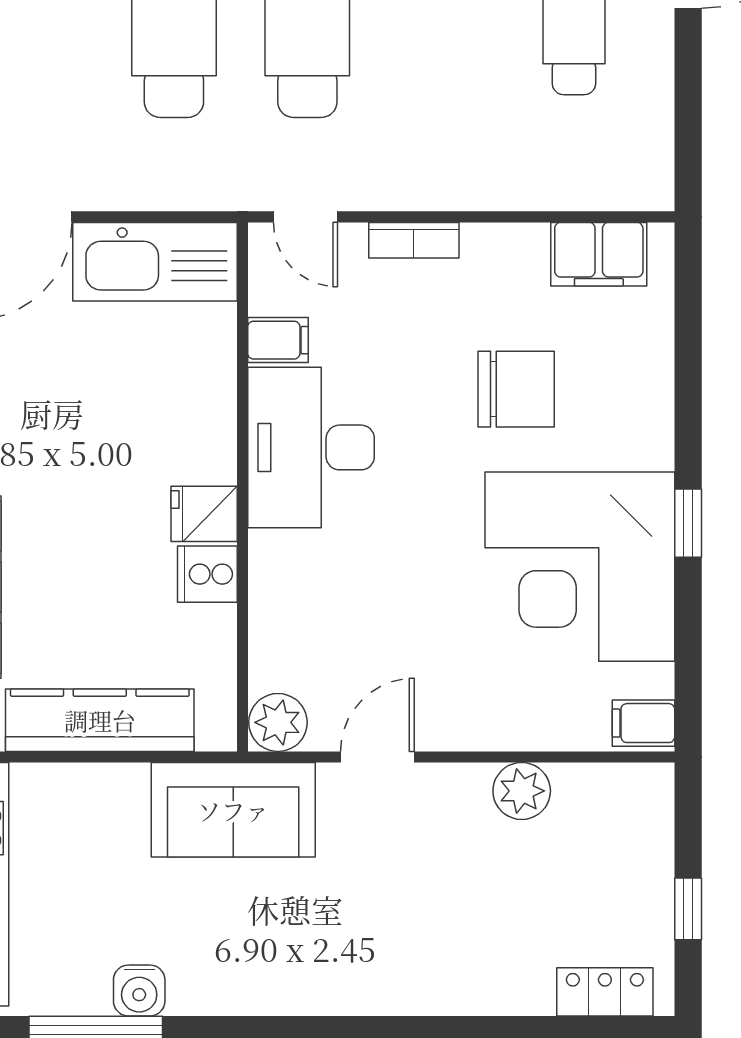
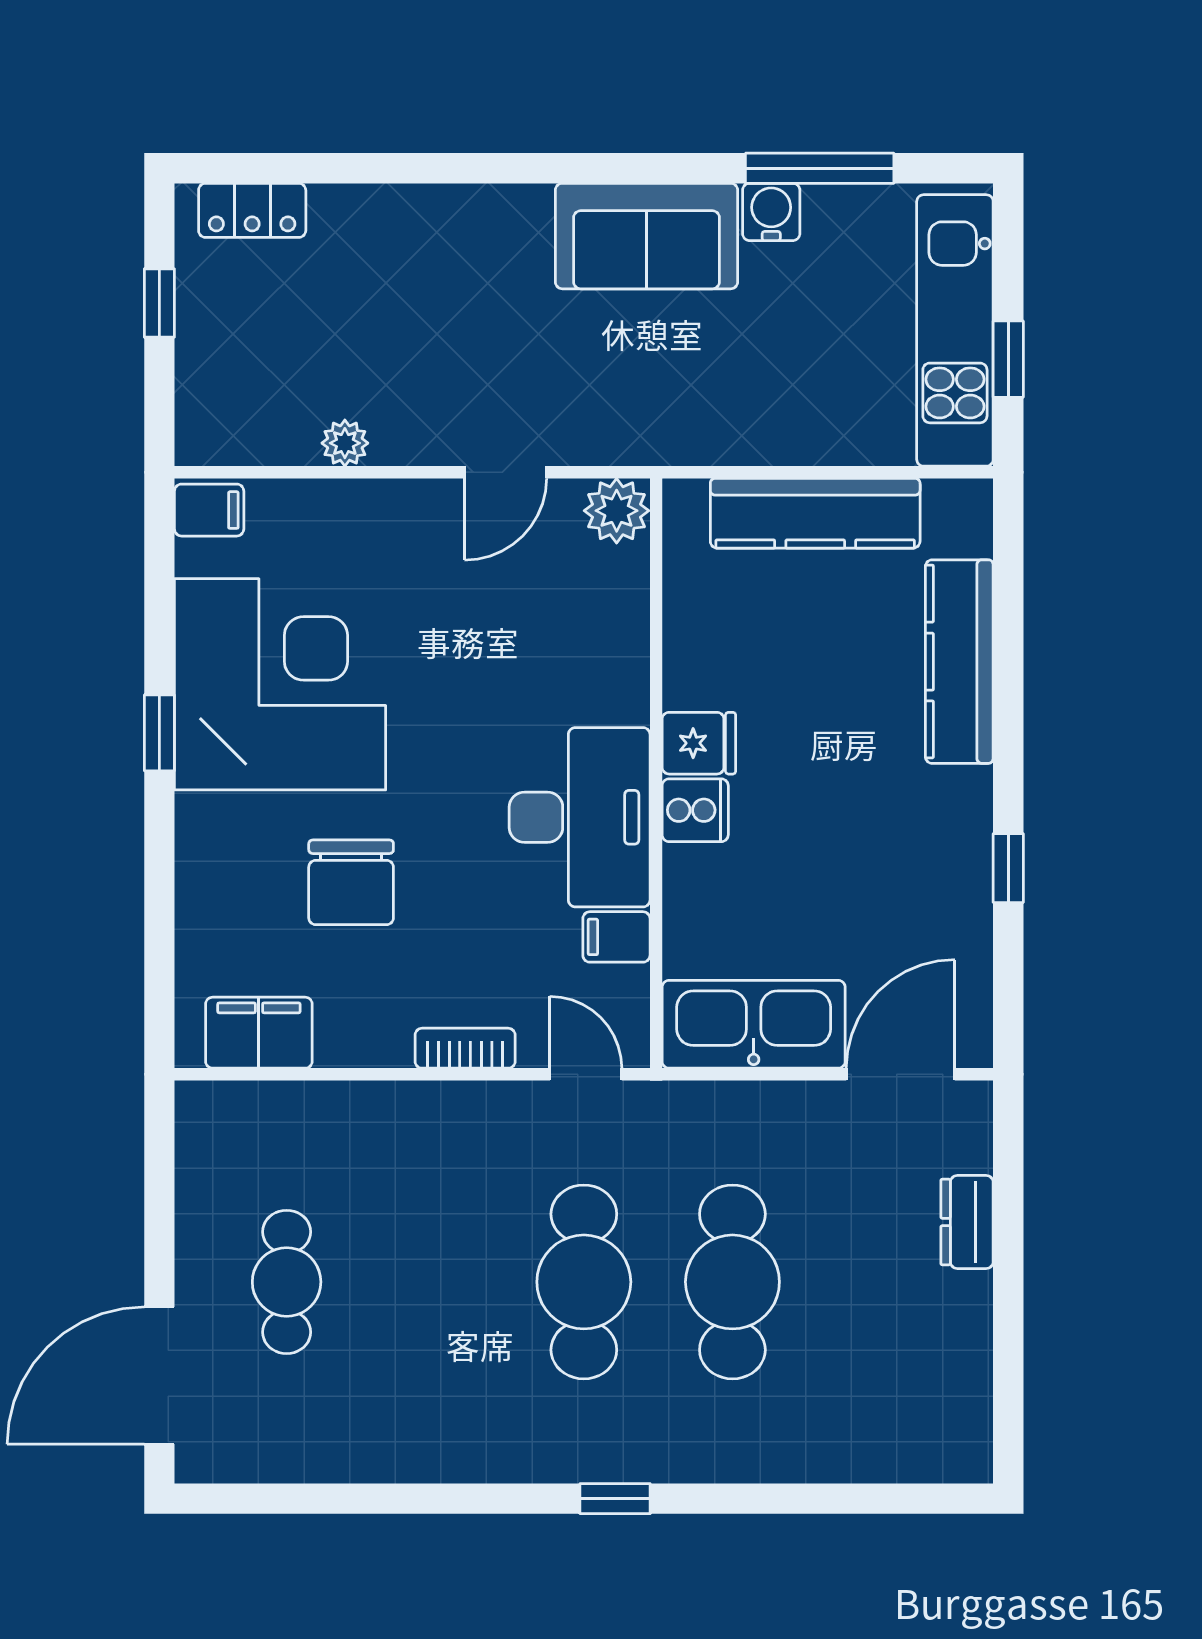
chair: (516, 389) -> (351, 882), turned -90
cooker: (207, 574) -> (695, 810), moved
plant: (522, 791) -> (345, 443), width x0.73, depth x0.73
sofa: (233, 810) -> (647, 236), moved, turned 180

